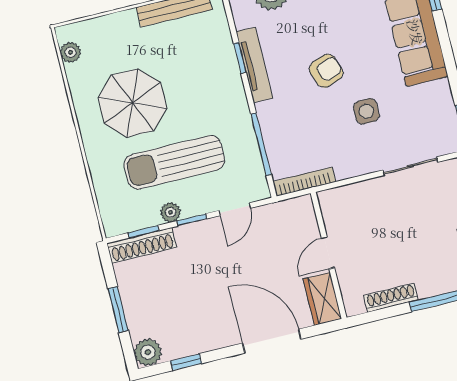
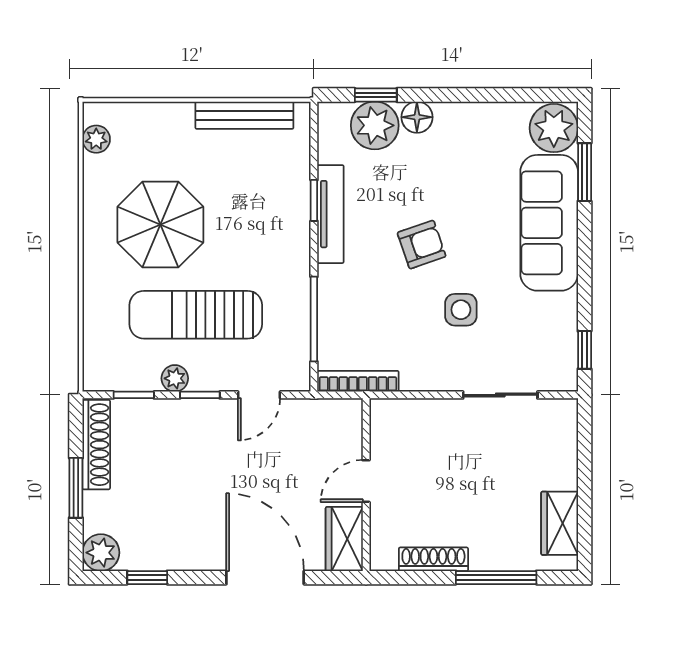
shoe rack: (142, 245) -> (96, 445), moved, turned -90

